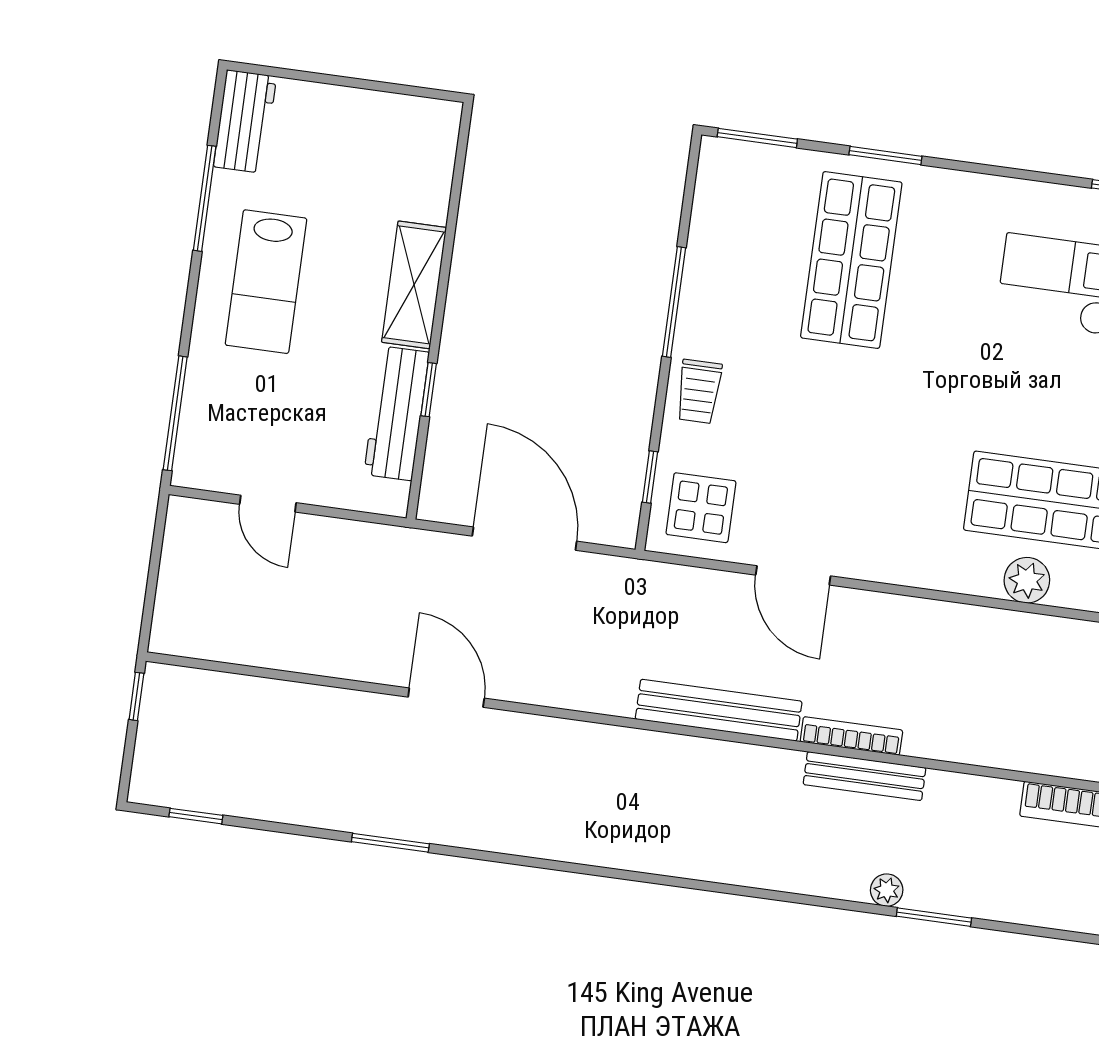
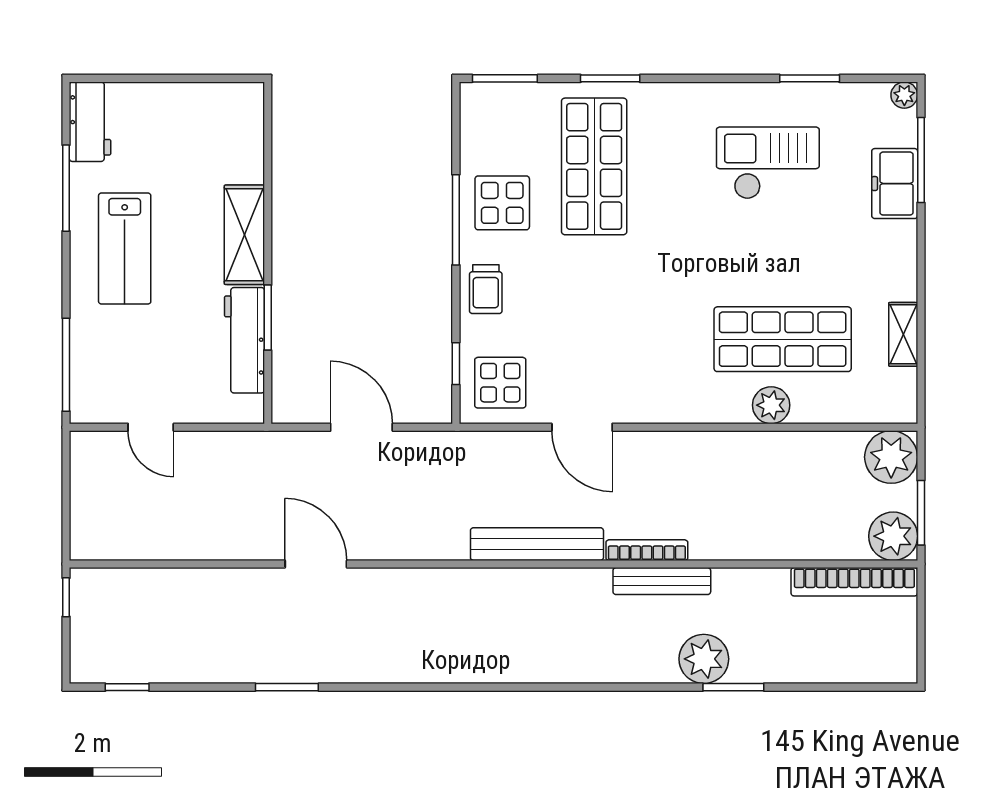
display table: (733, 289) -> (502, 203), added
window: (429, 390) -> (268, 318), width x1.50
door: (524, 539) -> (361, 427), width x0.73
plant: (887, 890) -> (704, 659), width x1.88, depth x1.88

